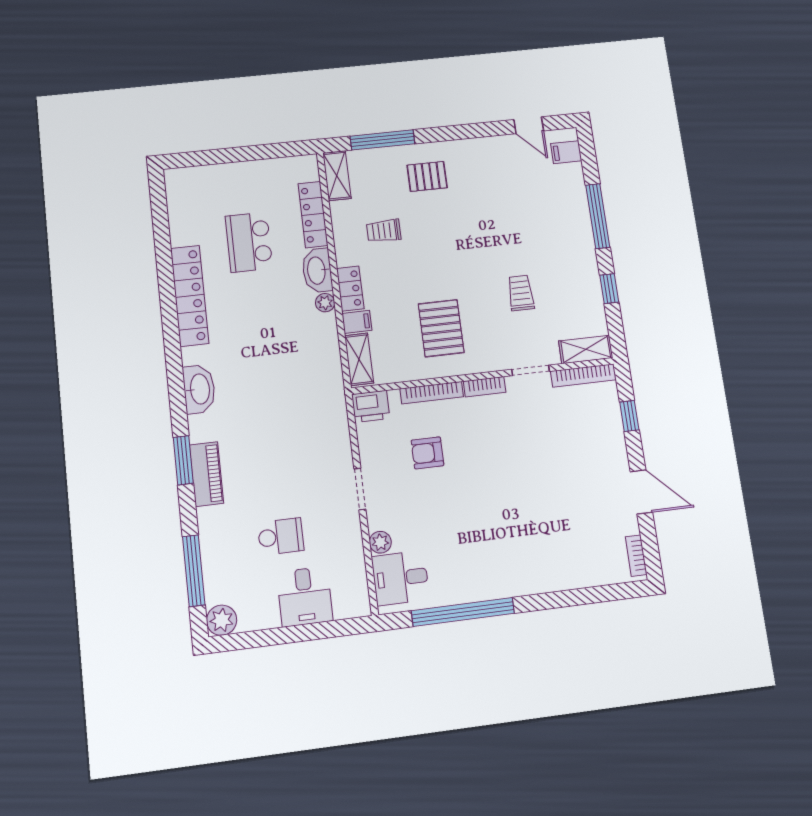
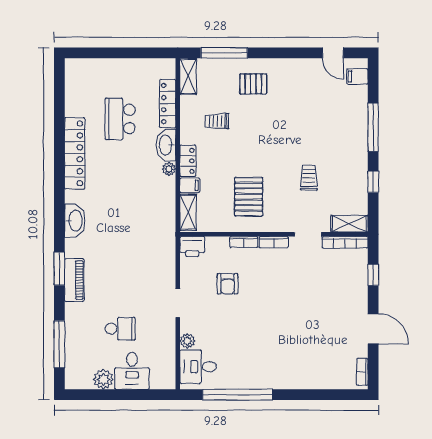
bookcase: (432, 393) -> (244, 242), width x0.64
armchair: (427, 453) -> (228, 284), turned -90
plant: (222, 620) -> (103, 379), moved

